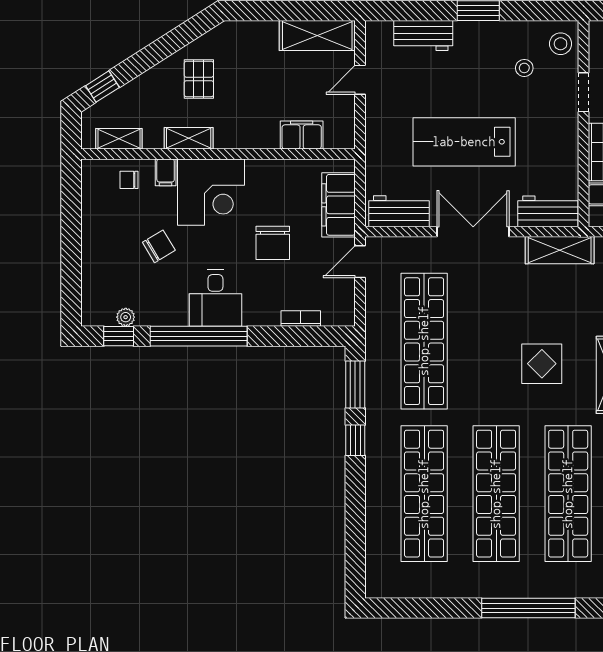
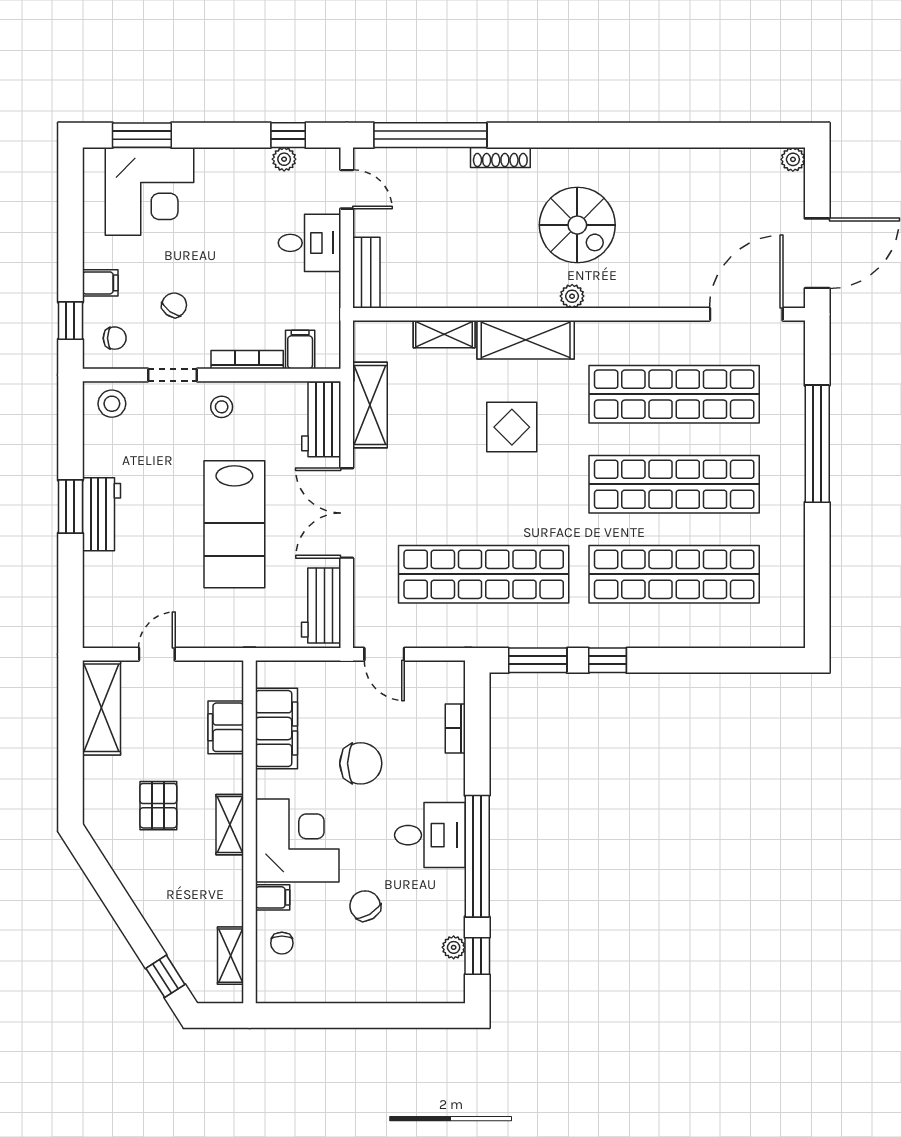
workbench: (423, 35) -> (102, 514), moved
stool: (524, 68) -> (222, 407), moved
pallet: (199, 79) -> (158, 806), moved, turned 90
door: (360, 80) -> (157, 654), swing flipped
shelving: (189, 138) -> (230, 825), moved
filing cabinet: (339, 205) -> (276, 729), moved, turned -90

